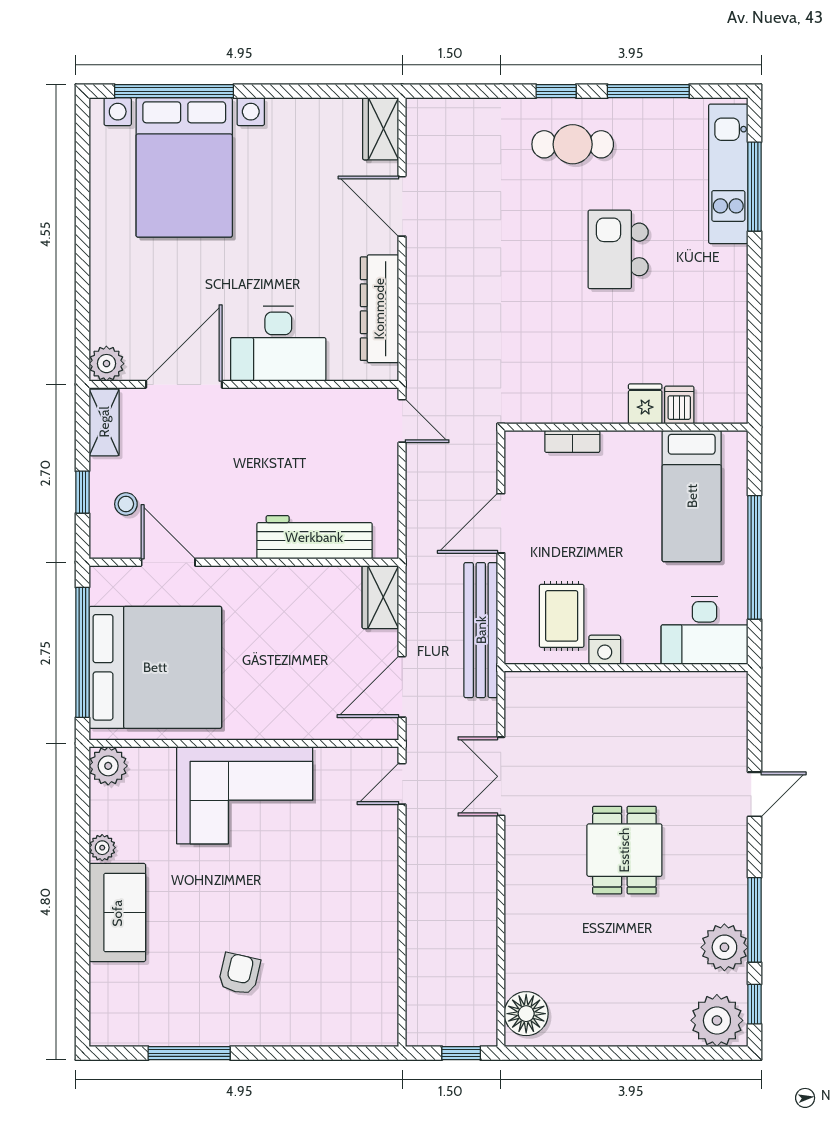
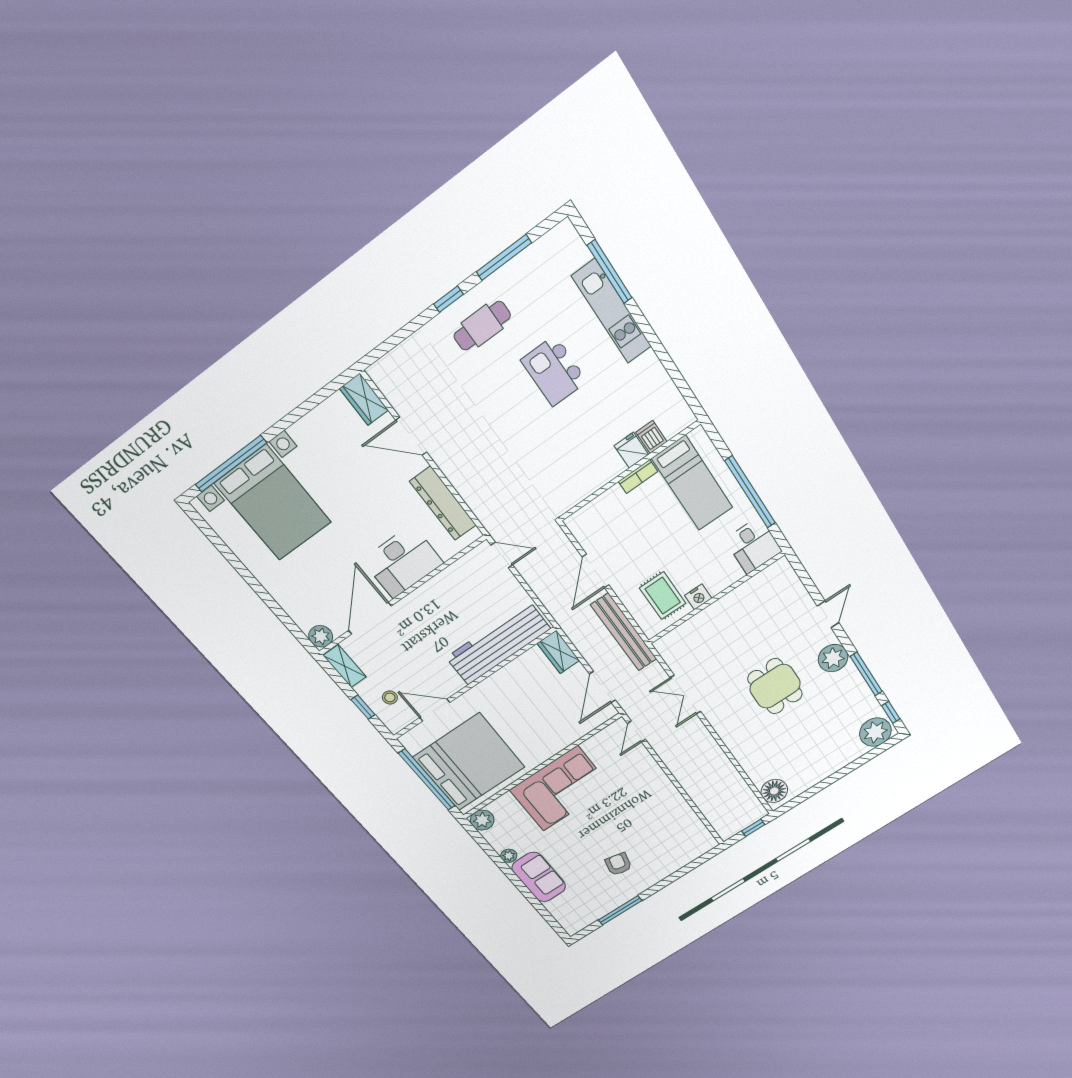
kitchen unit: (728, 174) -> (612, 311), moved
bookcase: (572, 441) -> (638, 477), moved
workbench: (314, 537) -> (498, 643), width x1.36, depth x1.32
desk: (705, 630) -> (753, 545), width x0.73
plant: (724, 947) -> (833, 658), moved

